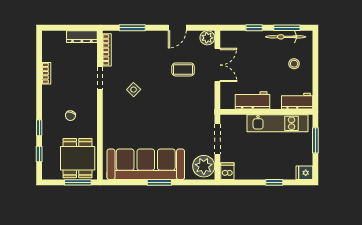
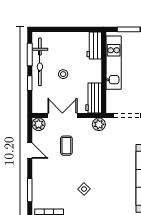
bicycle: (286, 37) -> (40, 62), width x1.37, depth x1.40
stool: (294, 64) -> (63, 74), moved
workbench: (253, 100) -> (94, 98), moved
plant: (207, 106) -> (99, 124), added

